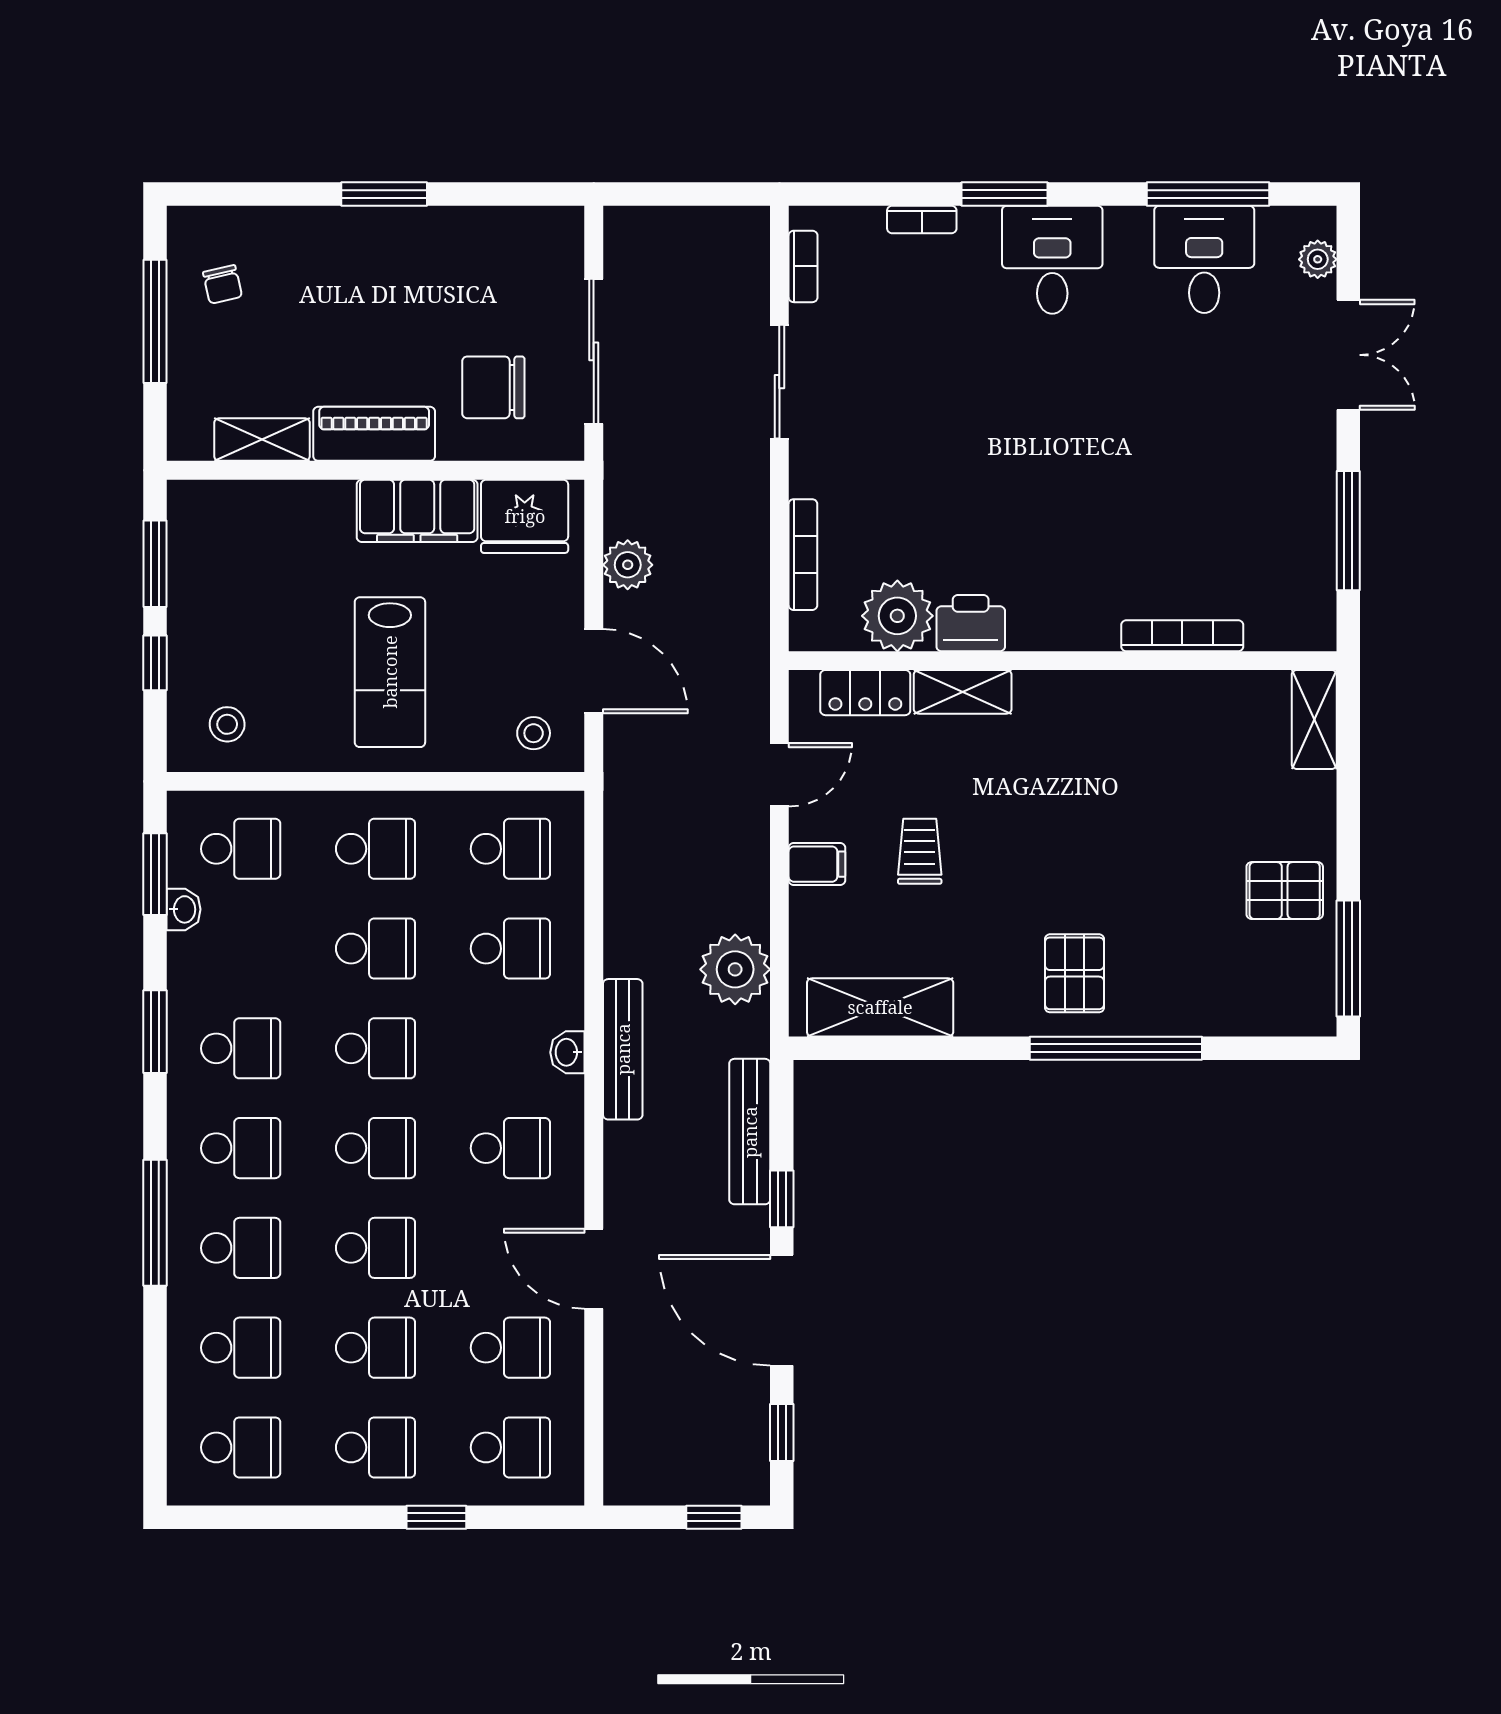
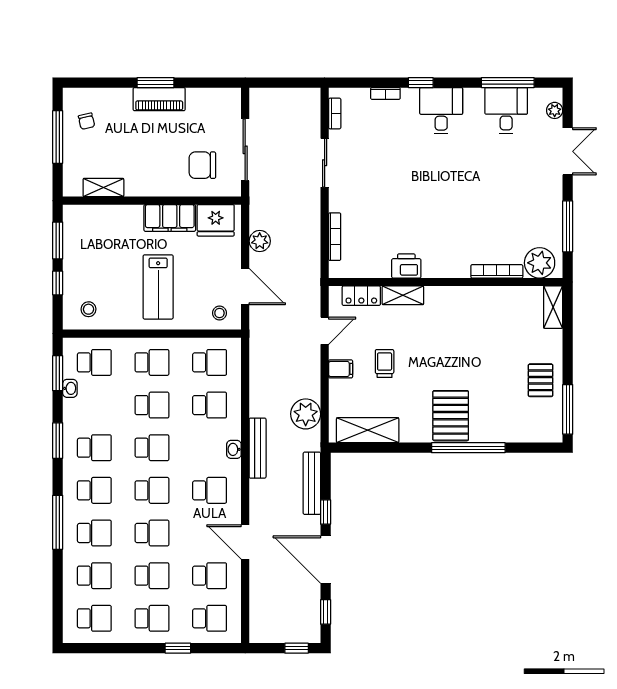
window: (1004, 194) -> (421, 83), width x0.67
piano: (374, 434) -> (159, 99), moved, turned 180
plant: (897, 616) -> (540, 263), moved
pallet: (1285, 891) -> (541, 380), turned 90
pallet: (1074, 973) -> (451, 416), width x1.50, depth x1.42

